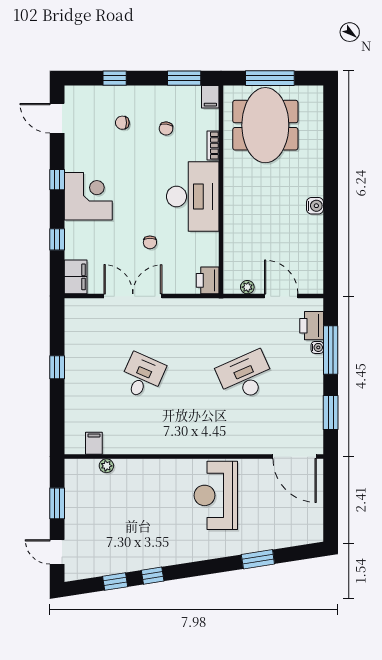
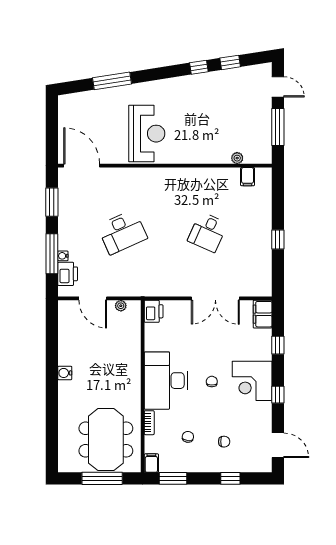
chair: (150, 242) -> (212, 382), moved
window: (57, 503) -> (278, 127), width x1.44
window: (258, 559) -> (112, 81), width x1.44

